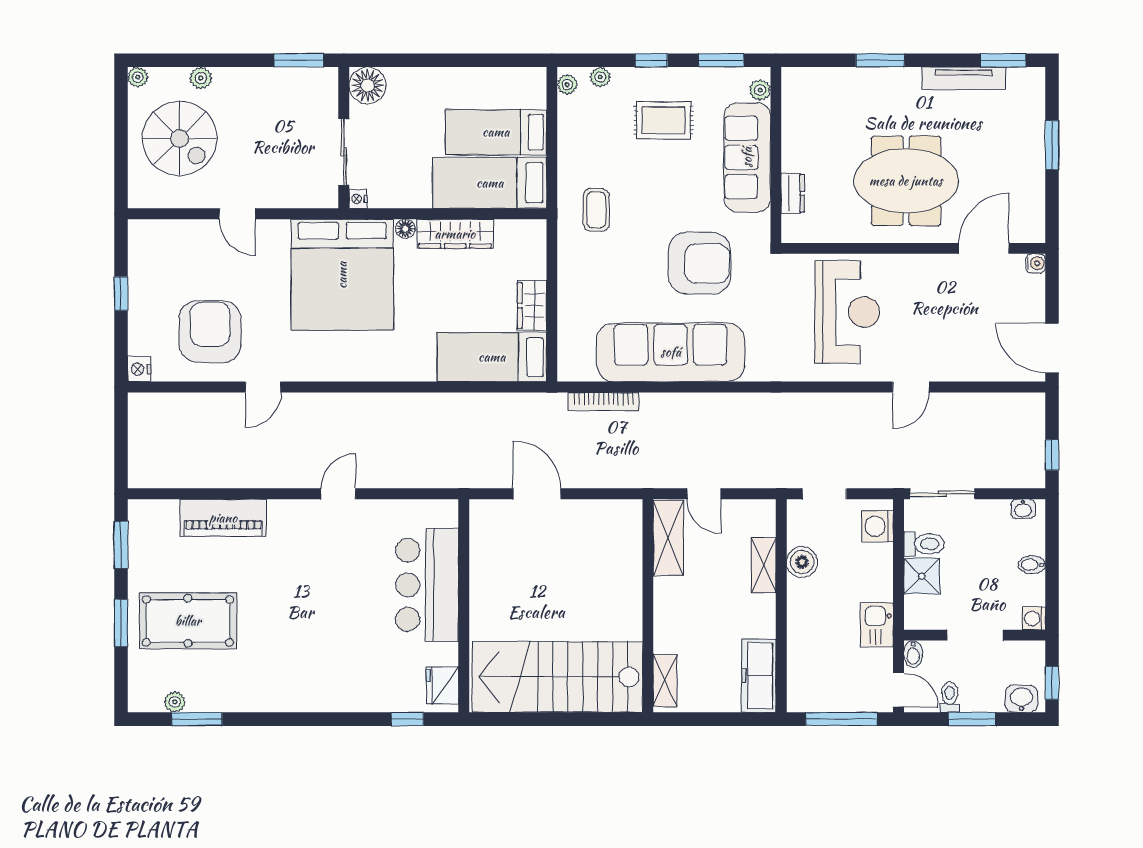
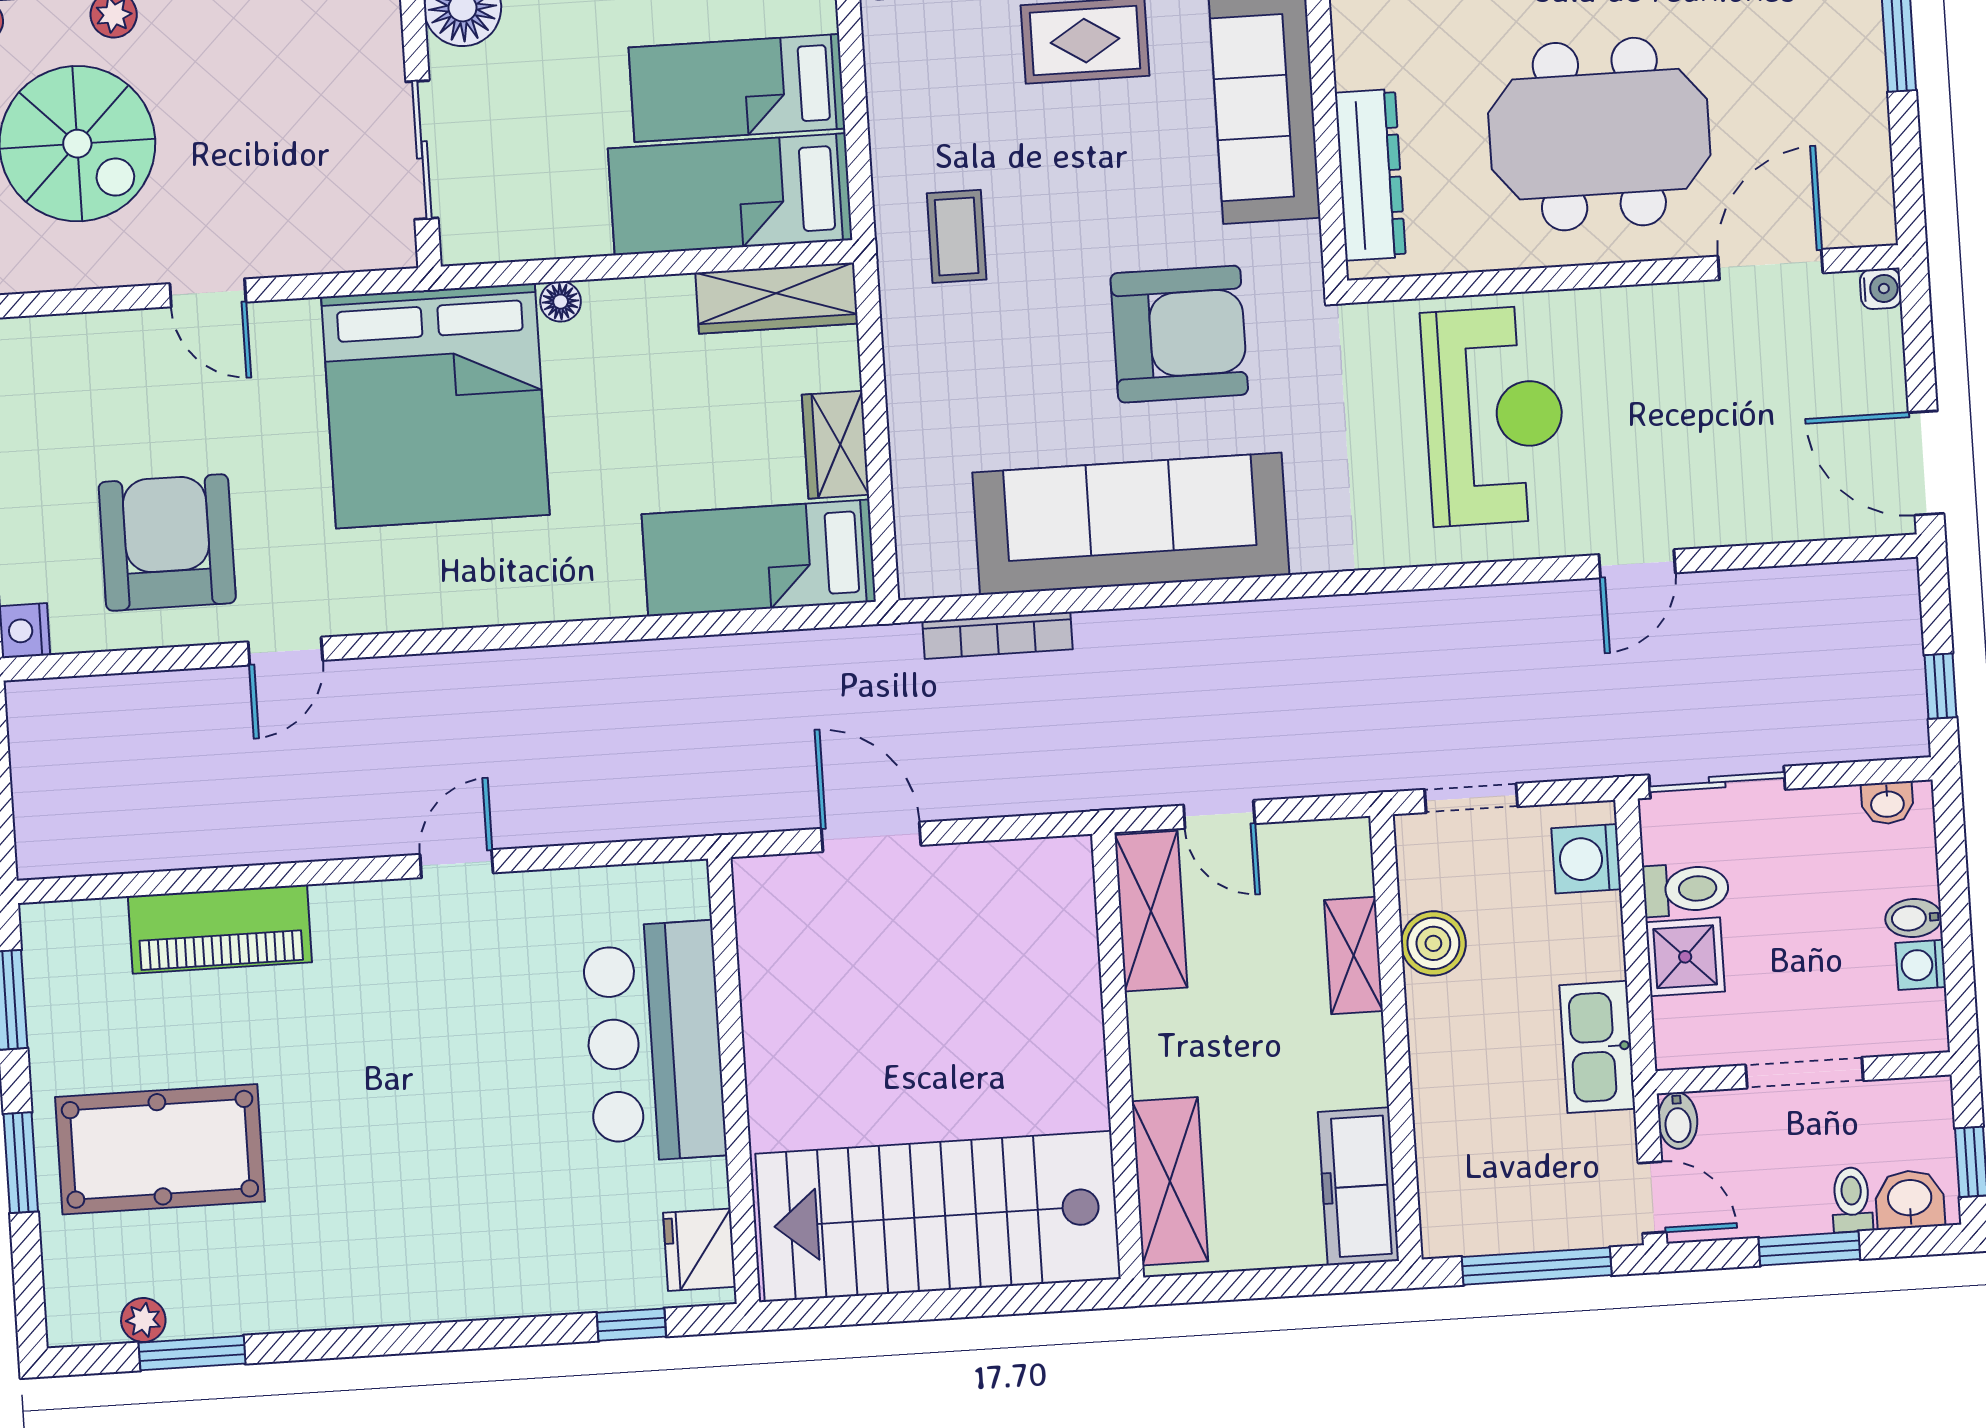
dresser: (793, 193) -> (1370, 175), width x1.96, depth x1.24
nightstand: (358, 199) -> (458, 246), removed
wardrobe: (455, 234) -> (777, 298), moved
washing machine: (1034, 618) -> (1921, 965), moved
kitchen sink: (877, 625) -> (1597, 1047), width x1.38
shelving: (665, 680) -> (1170, 1181), width x1.50, depth x1.33
toilet: (950, 697) -> (1852, 1200), moved

